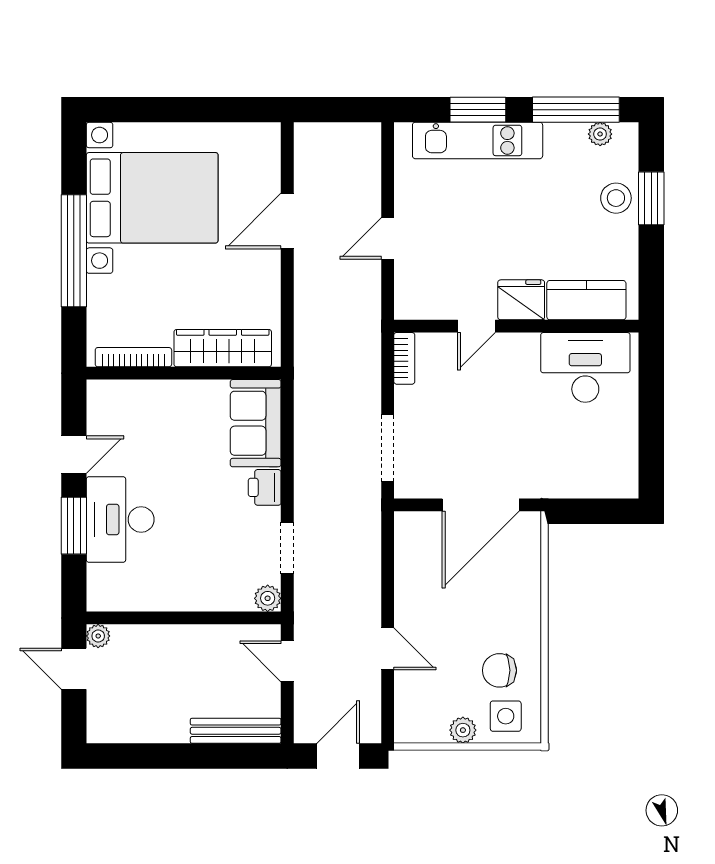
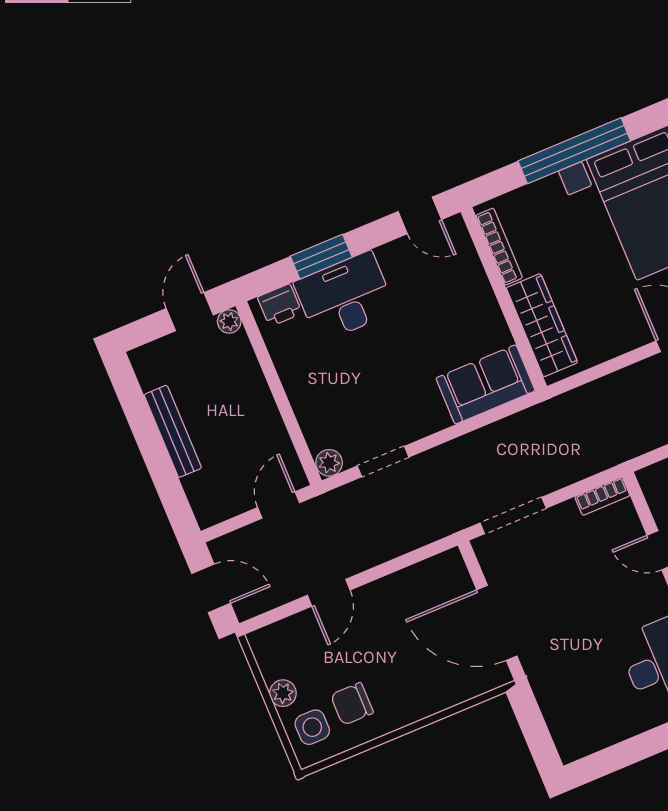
door: (74, 455) -> (420, 215), moved
printer: (265, 487) -> (280, 305), moved, turned 180
chair: (499, 670) -> (352, 704), turned -90
bench: (236, 731) -> (173, 431), moved

